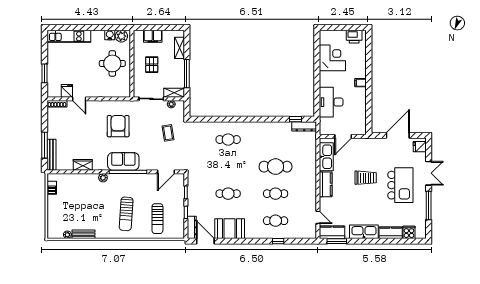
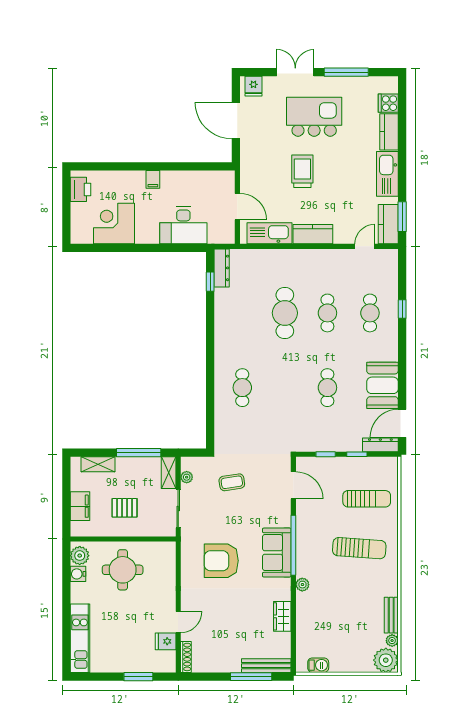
plant: (55, 231) -> (386, 660), added

